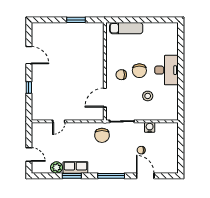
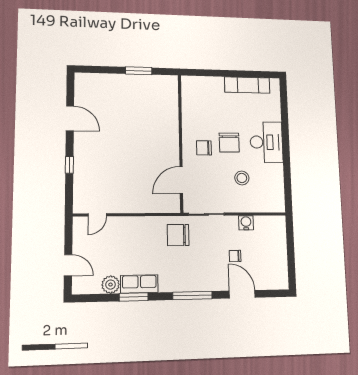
exam couch: (126, 28) -> (247, 85), moved
door: (59, 121) -> (97, 215), moved
chair: (102, 135) -> (178, 235), turned 90

